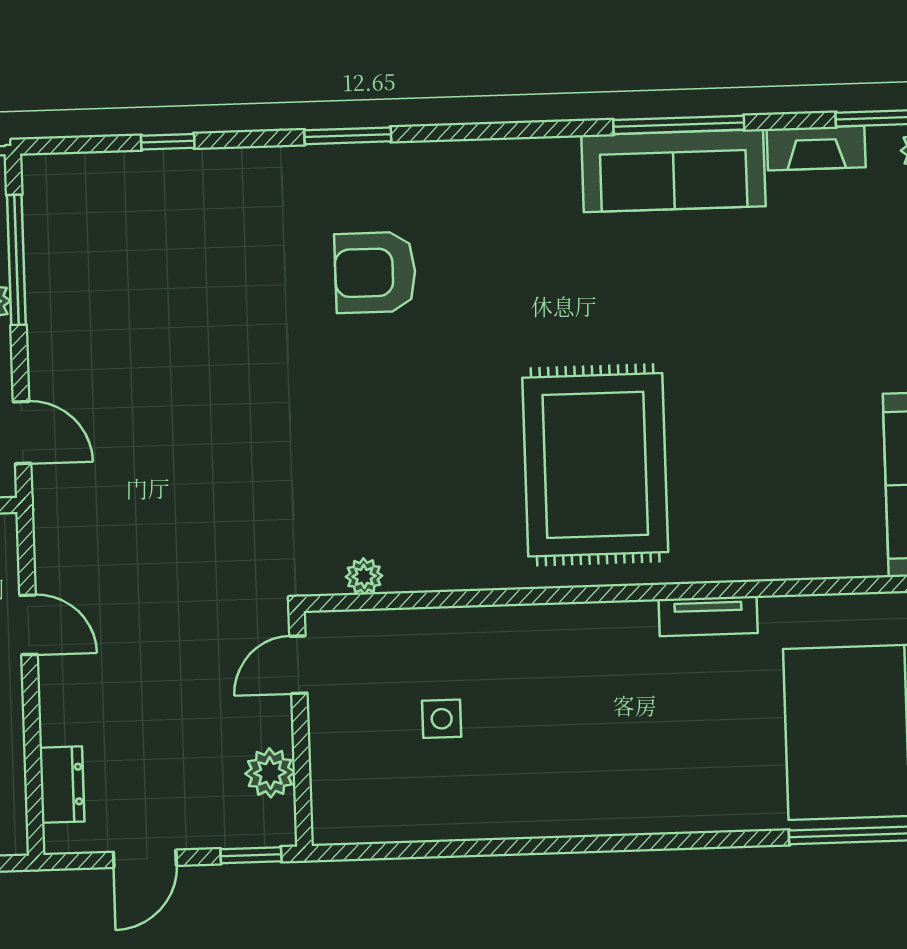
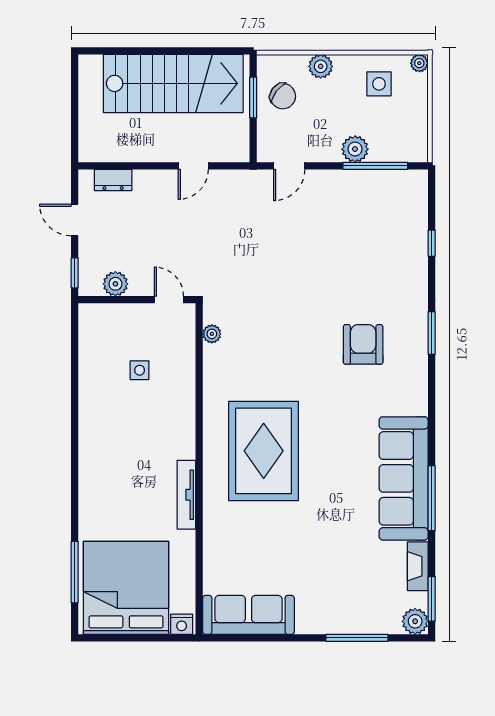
sofa: (673, 171) -> (404, 478), width x1.36, depth x1.27
rug: (595, 465) -> (264, 451), turned 90
tv unit: (708, 616) -> (186, 495), width x1.41

